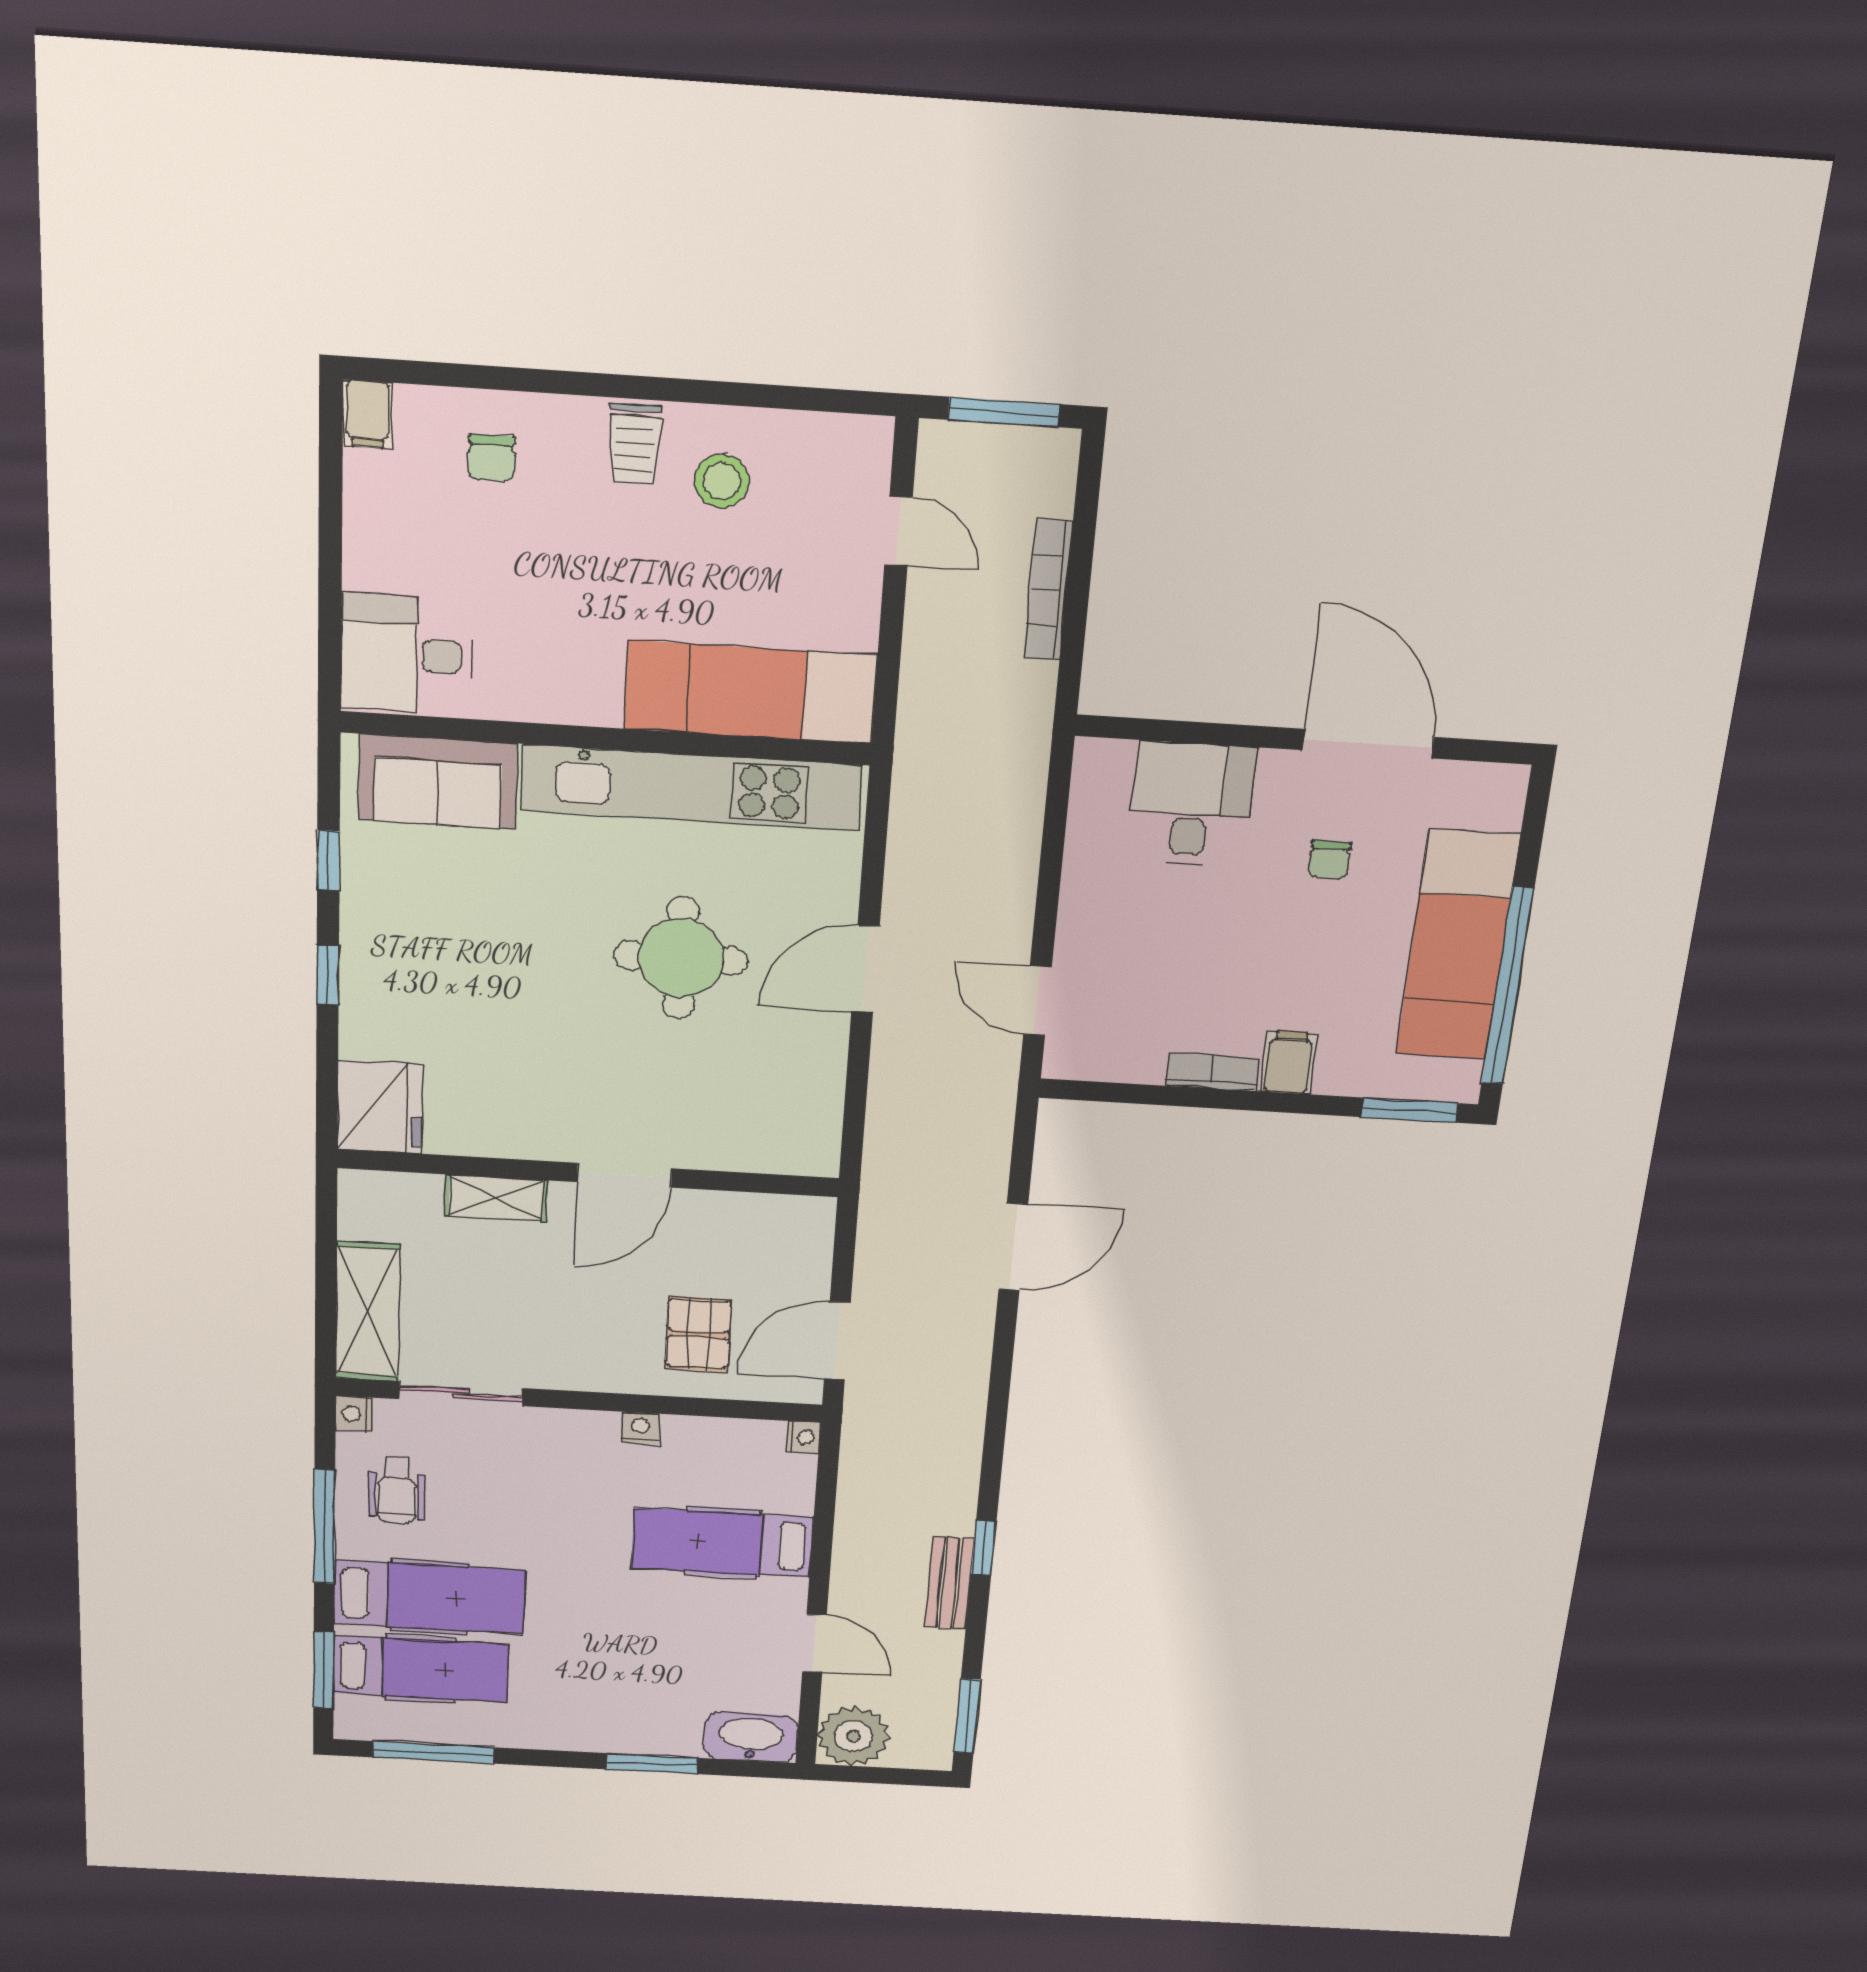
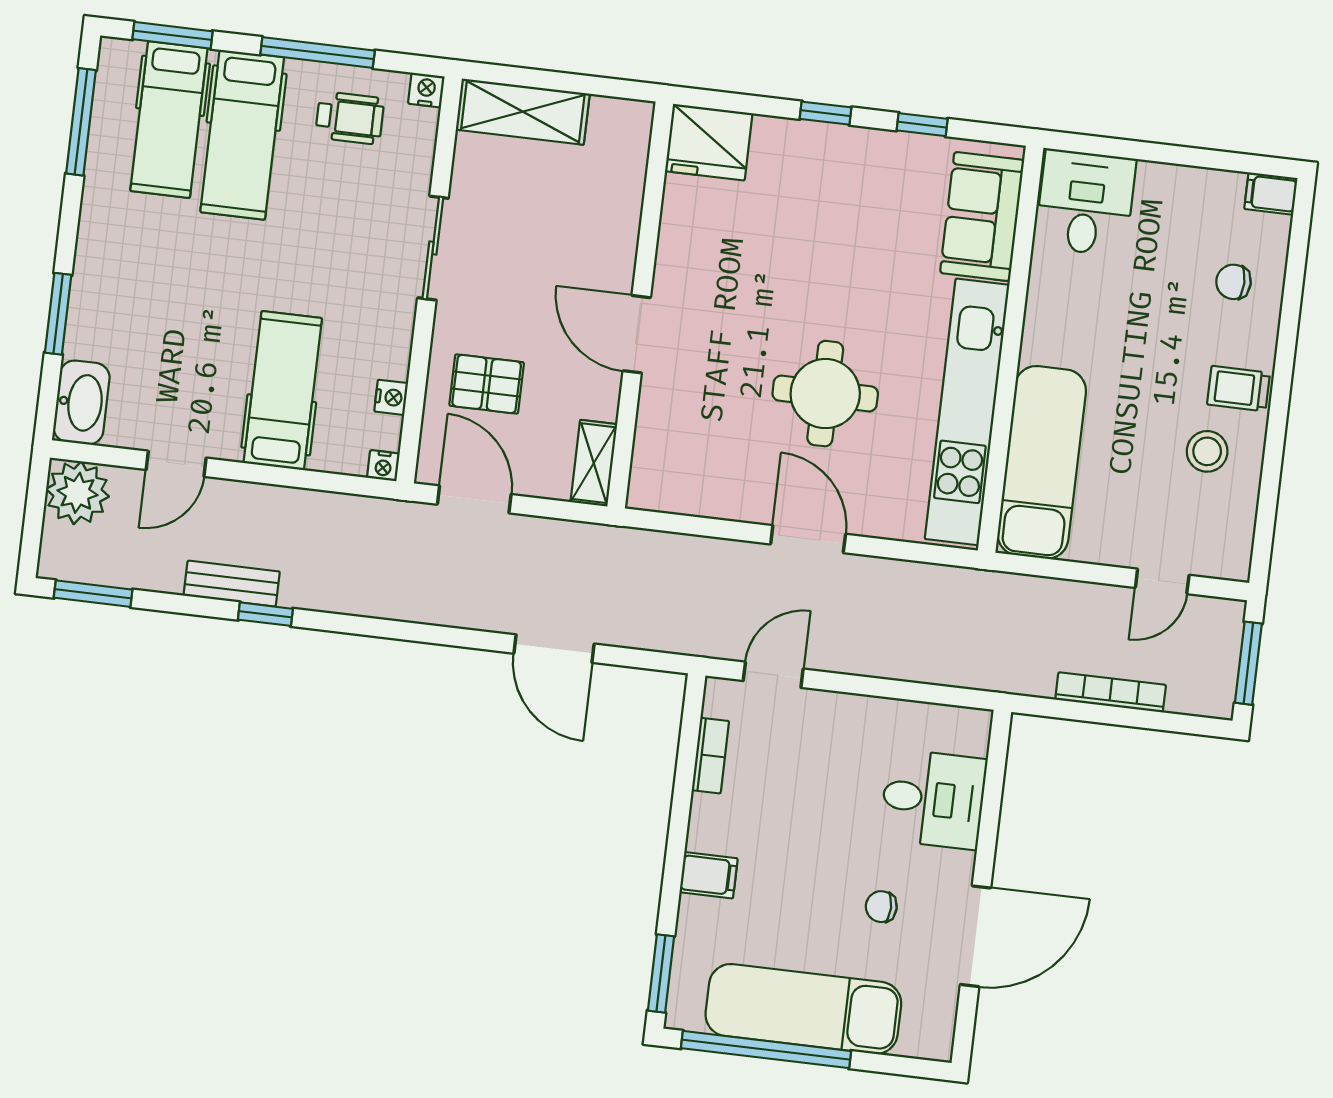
bookcase: (1213, 1072) -> (710, 756), moved
shelving: (496, 1198) -> (594, 463), moved
sliding door: (461, 1394) -> (433, 248), moved
nightstand: (640, 1428) -> (391, 397), moved
wheelchair: (397, 1491) -> (350, 118), turned 180

